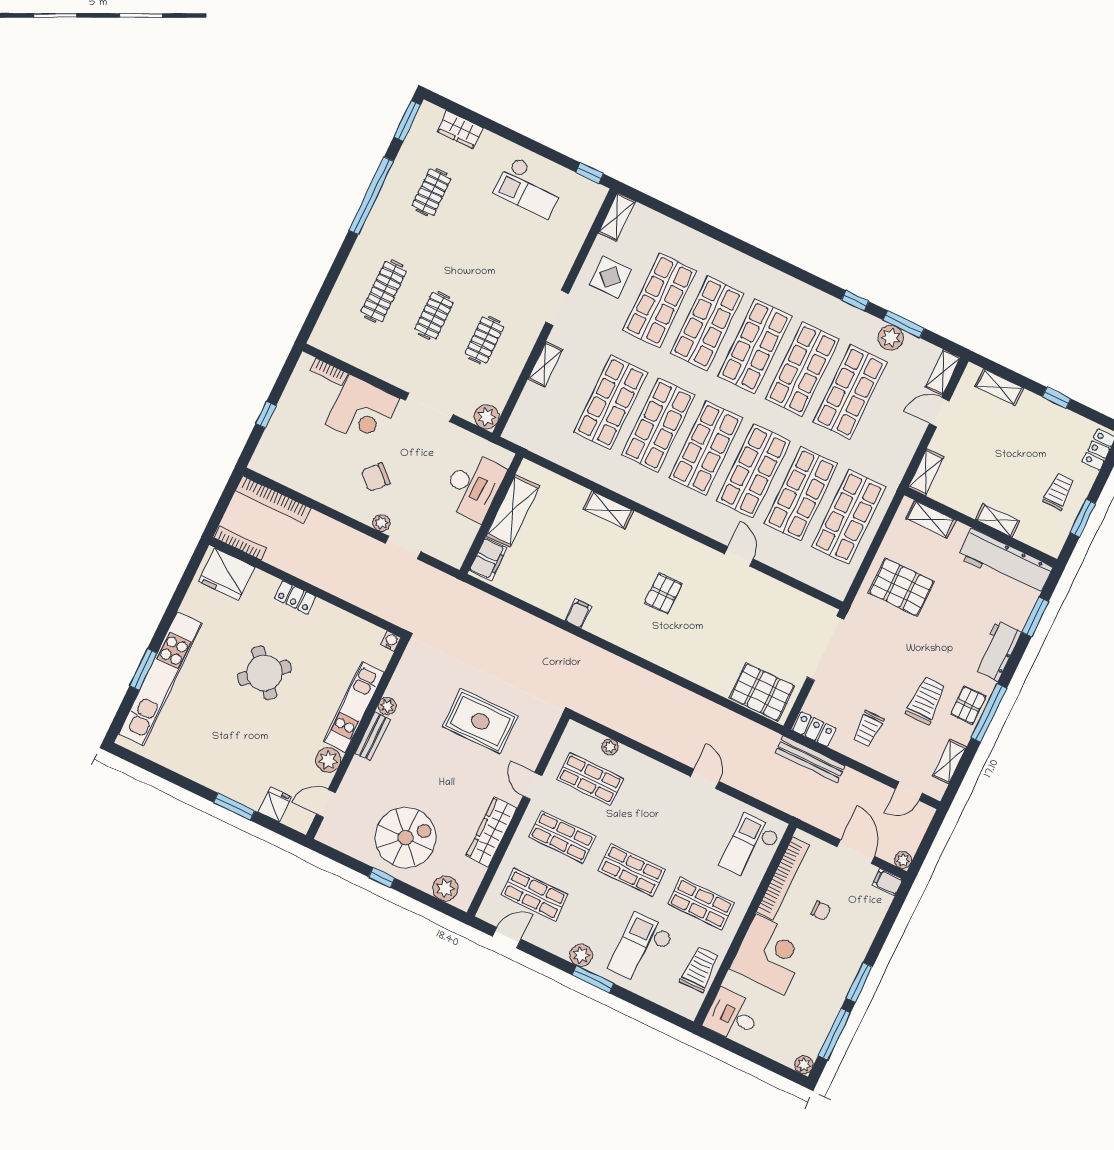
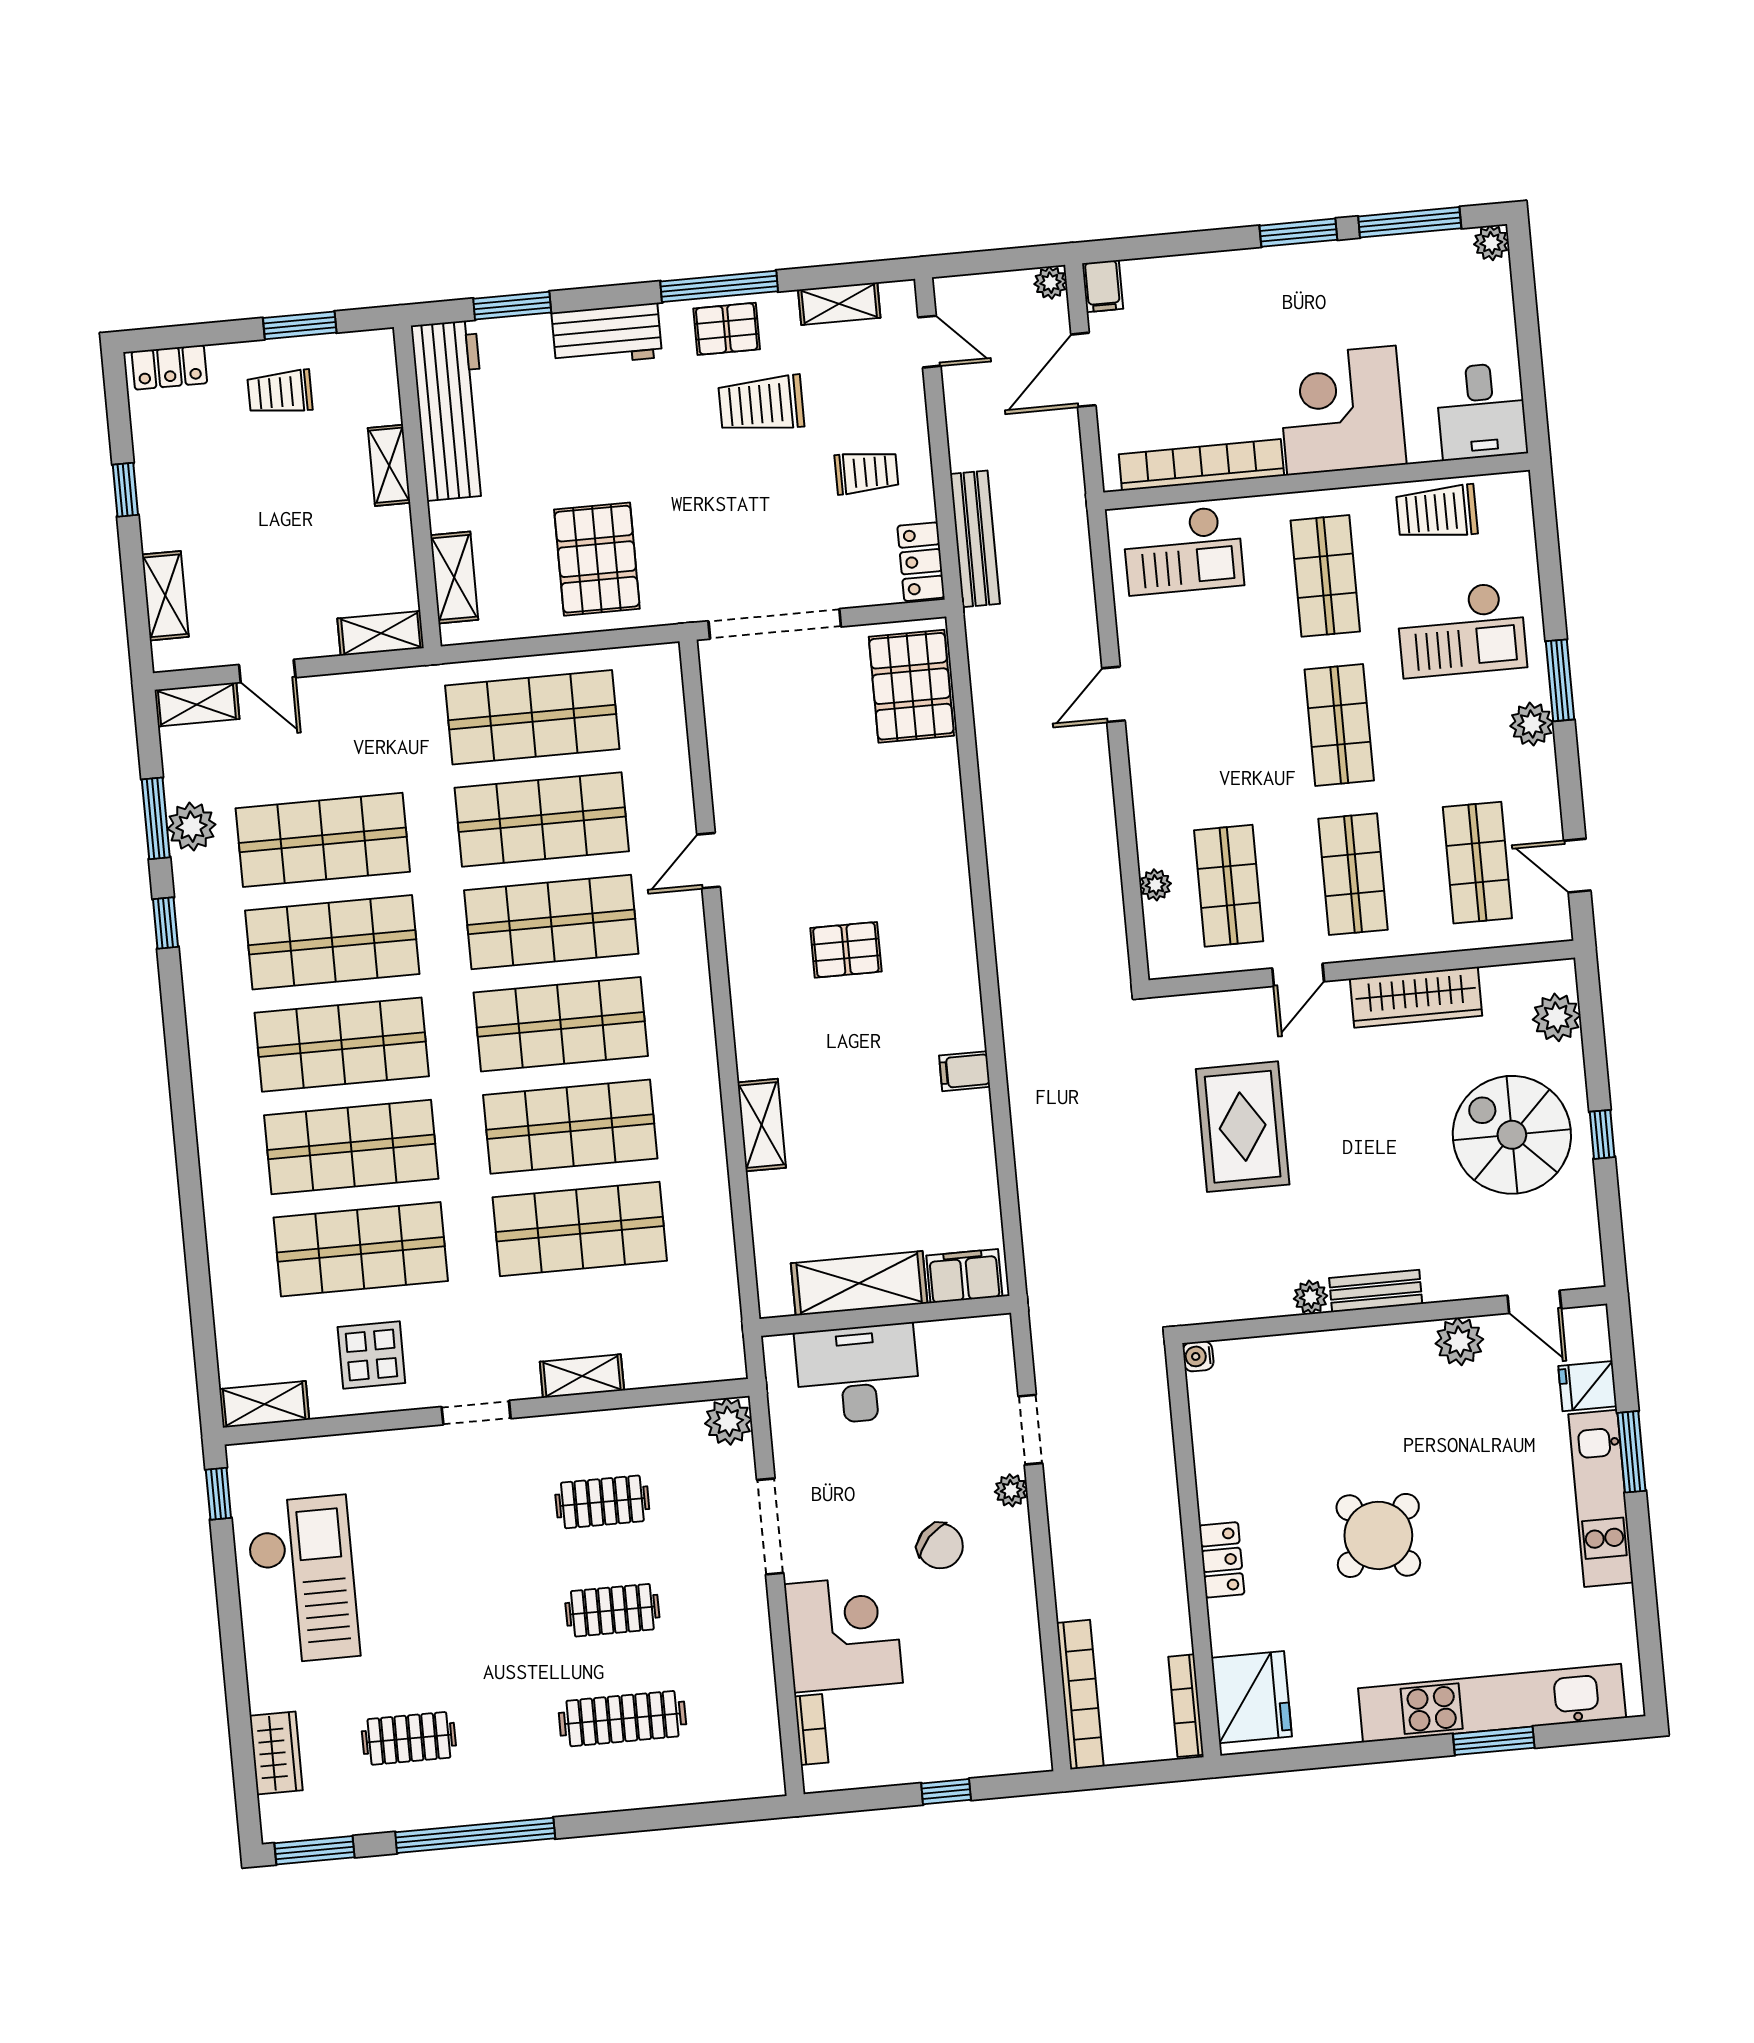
checkout: (530, 187) -> (303, 1580), width x1.36, depth x1.21
kitchen unit: (354, 707) -> (1601, 1498), moved, turned 90
chair: (821, 911) -> (1217, 369), removed

